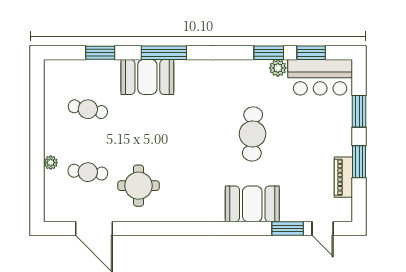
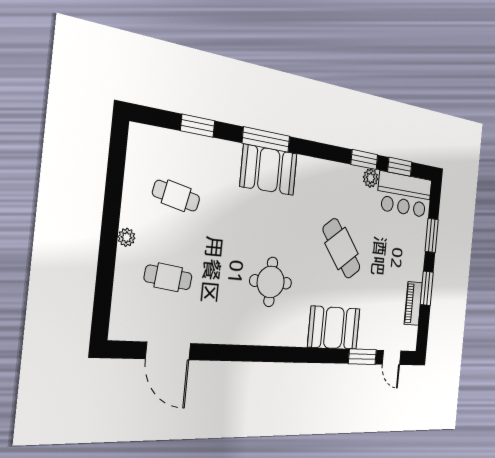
booth: (147, 77) -> (269, 170), moved
cafe table: (252, 134) -> (342, 248), turned -40
plant: (51, 163) -> (127, 237), moved
round table: (138, 186) -> (271, 282), moved

